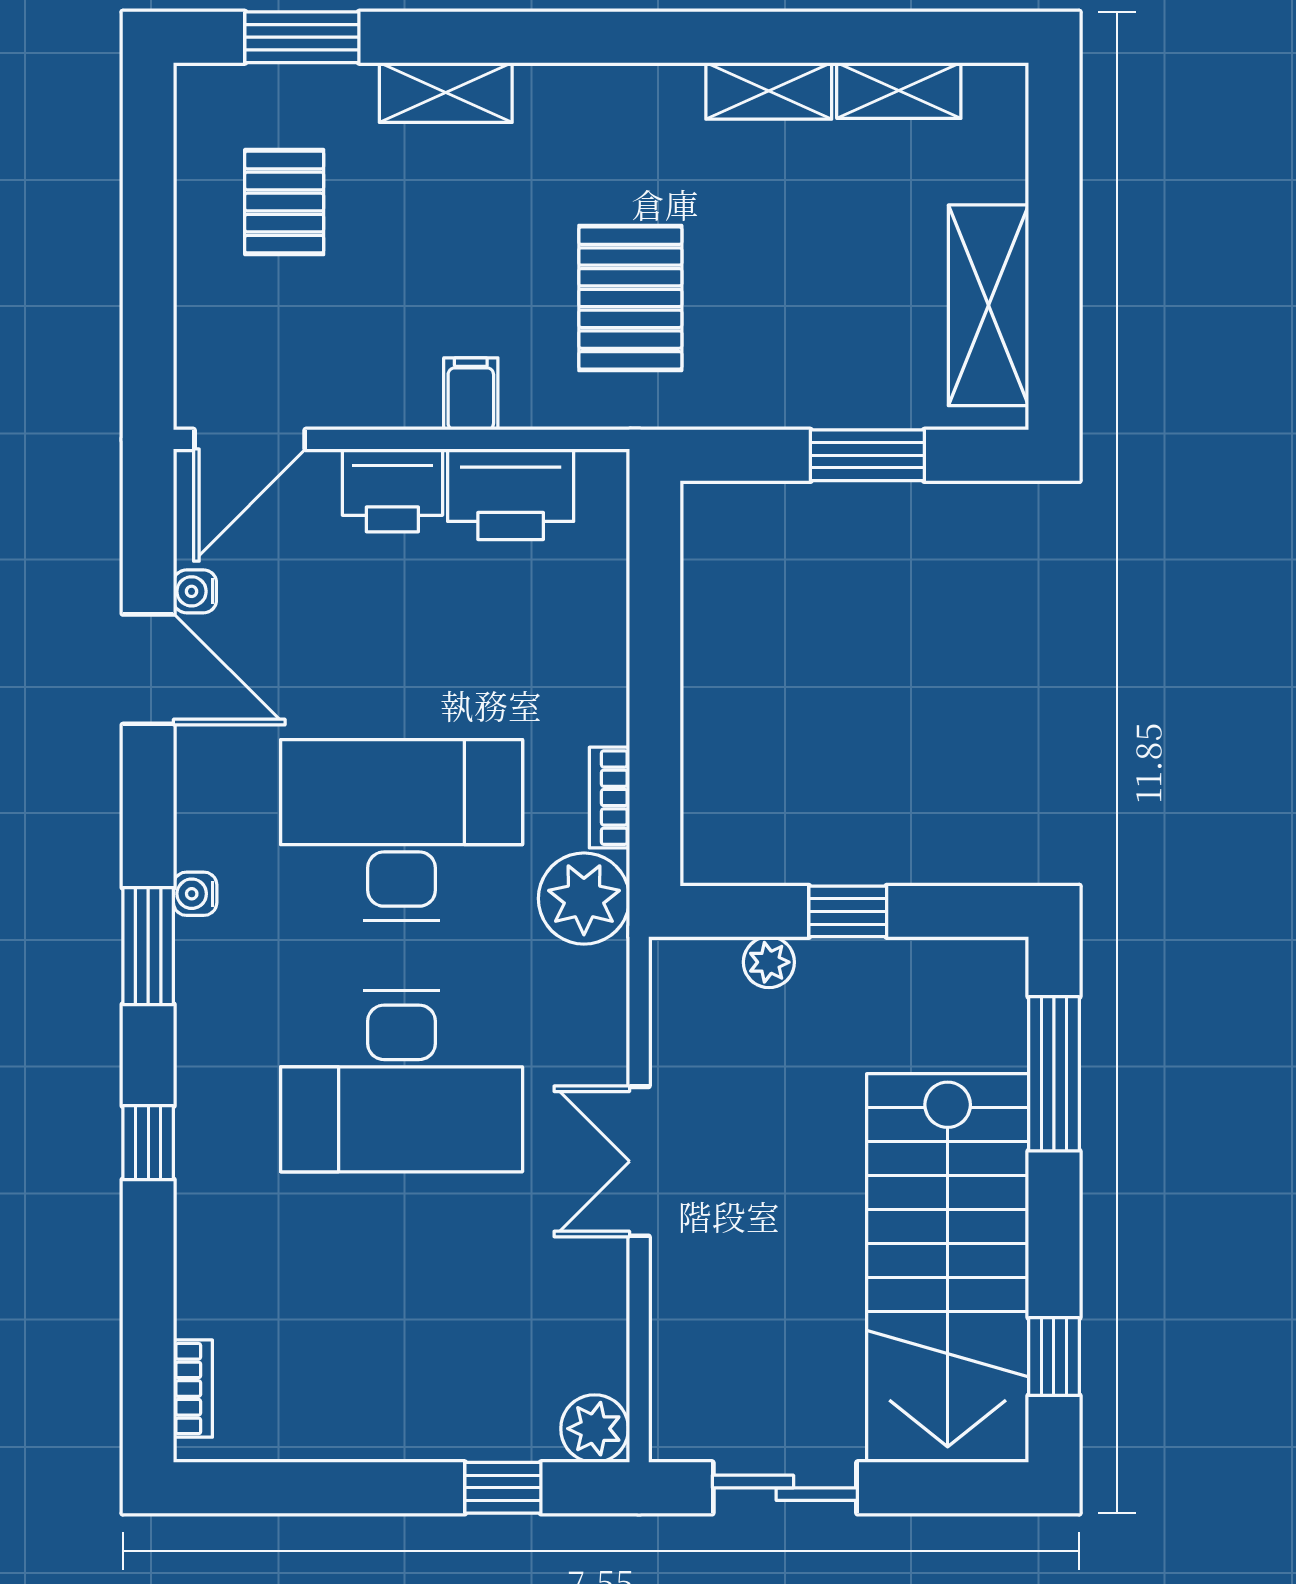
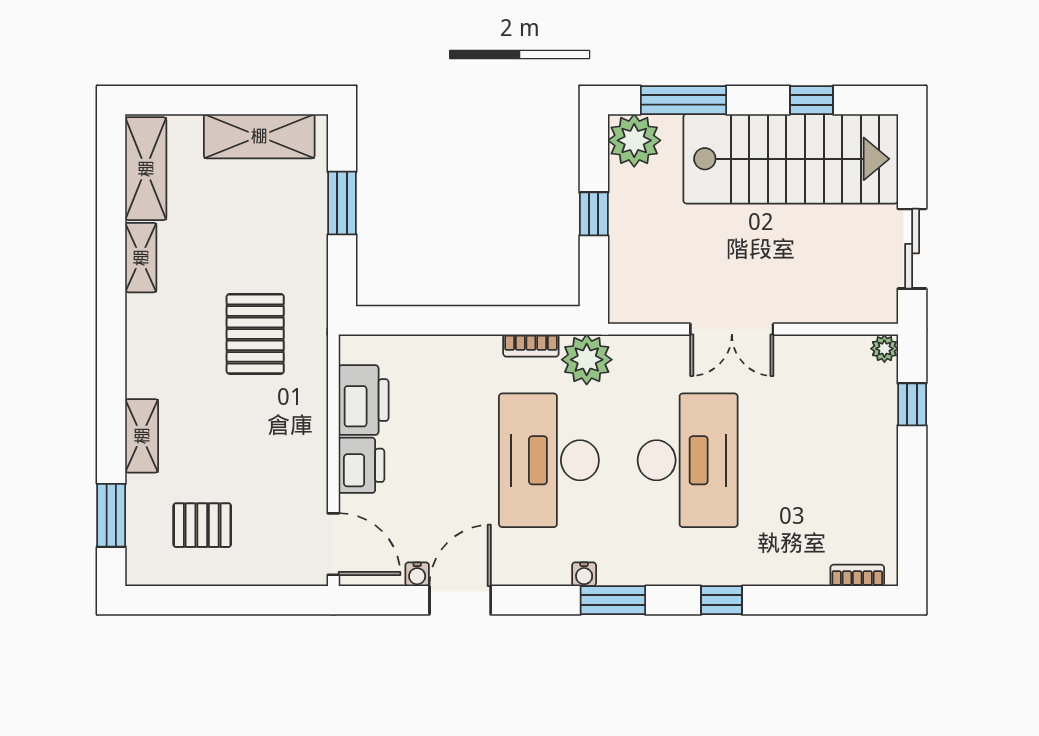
shelving: (899, 91) -> (146, 169), width x1.50, depth x1.33
pallet: (630, 298) -> (255, 334), turned 90
filing cabinet: (471, 394) -> (308, 422), removed
plant: (769, 962) -> (634, 140), moved, width x1.88, depth x1.88
window: (1054, 1357) -> (812, 100), moved
plant: (595, 1429) -> (884, 349), width x0.73, depth x0.73

